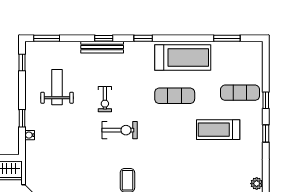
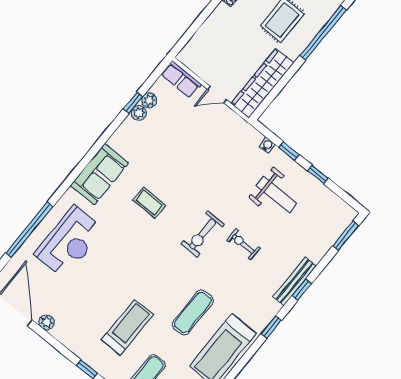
window: (22, 63) -> (318, 174), moved
weight bench: (57, 87) -> (276, 195), moved

